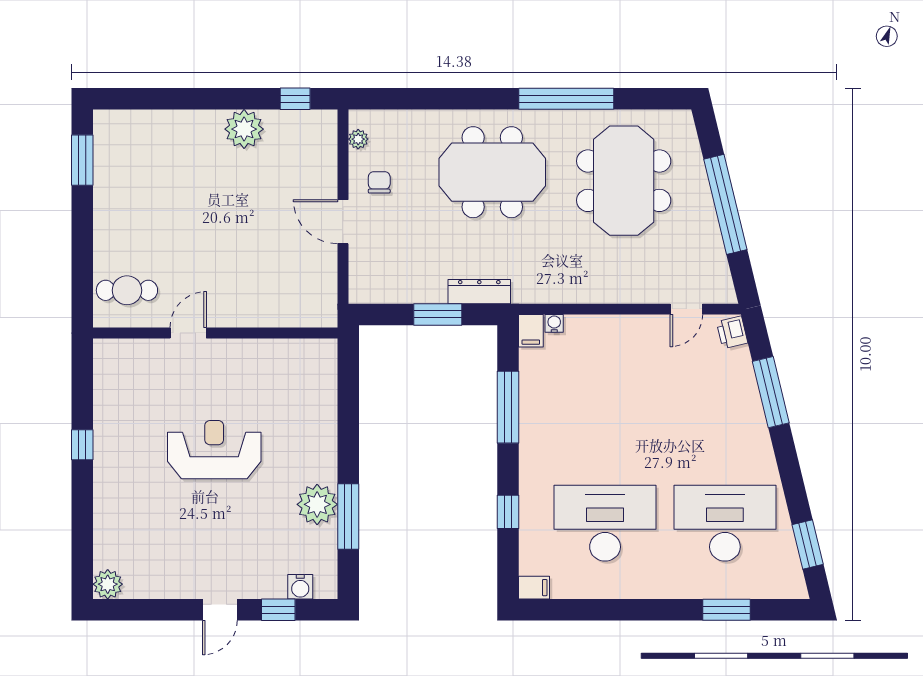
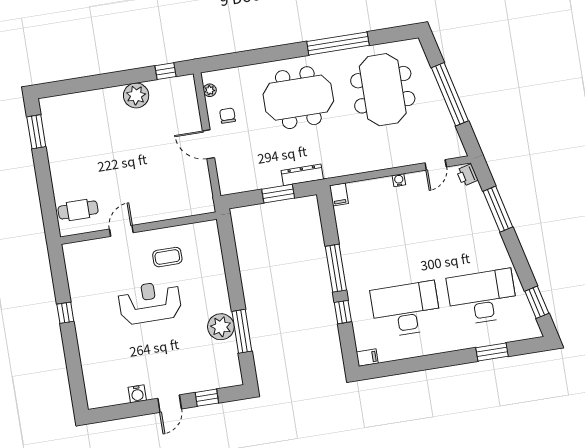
water cooler: (554, 323) -> (399, 180), moved
coffee table: (252, 384) -> (167, 257), added
window: (508, 407) -> (336, 268), moved
plant: (108, 584) -> (96, 399), removed
water cooler: (300, 587) -> (137, 394), moved

